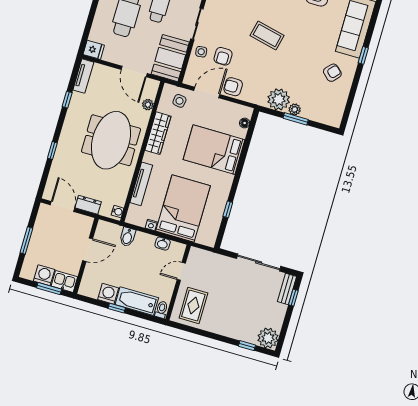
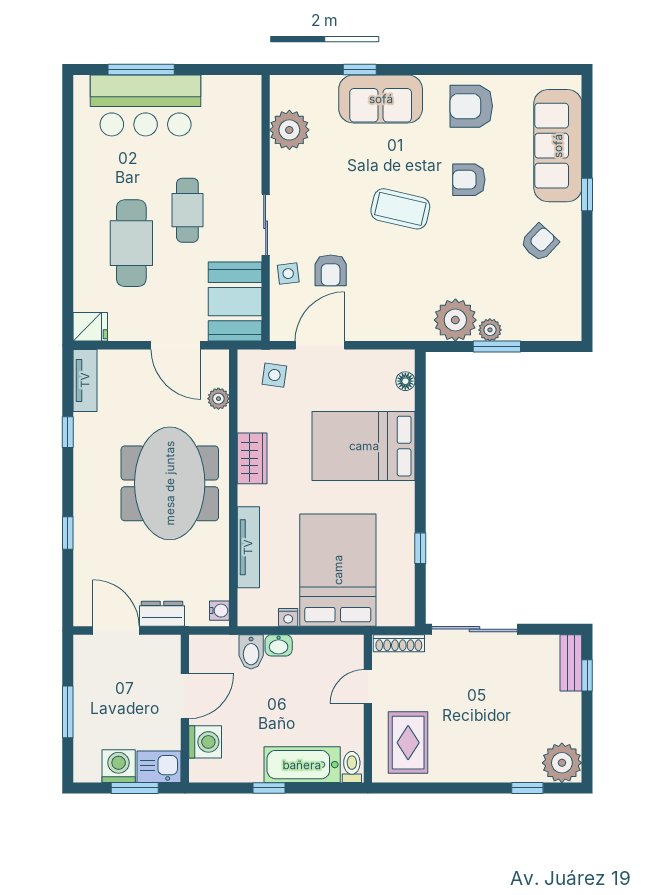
armchair: (233, 87) -> (469, 180), moved
wardrobe: (158, 133) -> (252, 458), width x0.67
washbasin: (163, 244) -> (279, 645), moved
shoe rack: (203, 254) -> (399, 643), added
sliding door: (259, 262) -> (474, 629), moved
washing machine: (108, 294) -> (205, 742), moved, turned 90

